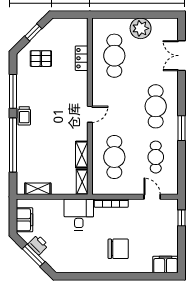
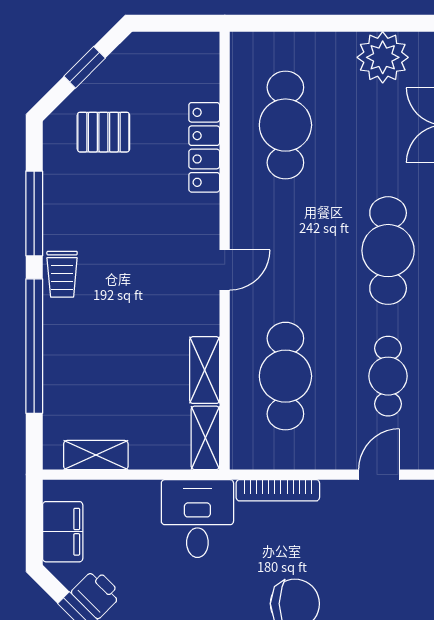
plant: (141, 28) -> (383, 57), moved
locker: (82, 58) -> (204, 147), width x1.53
door: (152, 197) -> (379, 475), hinge flipped

